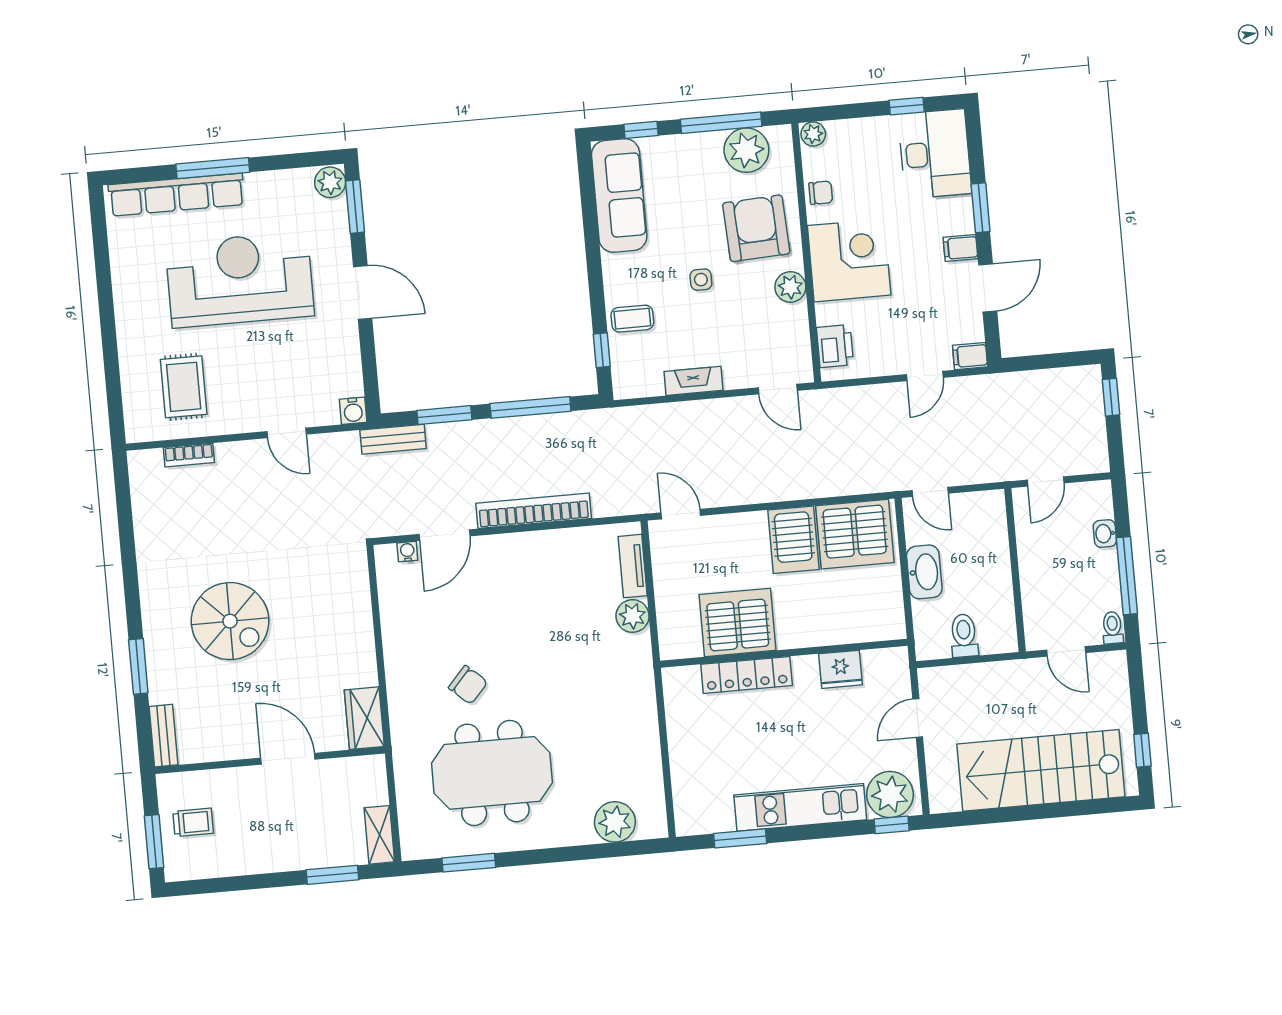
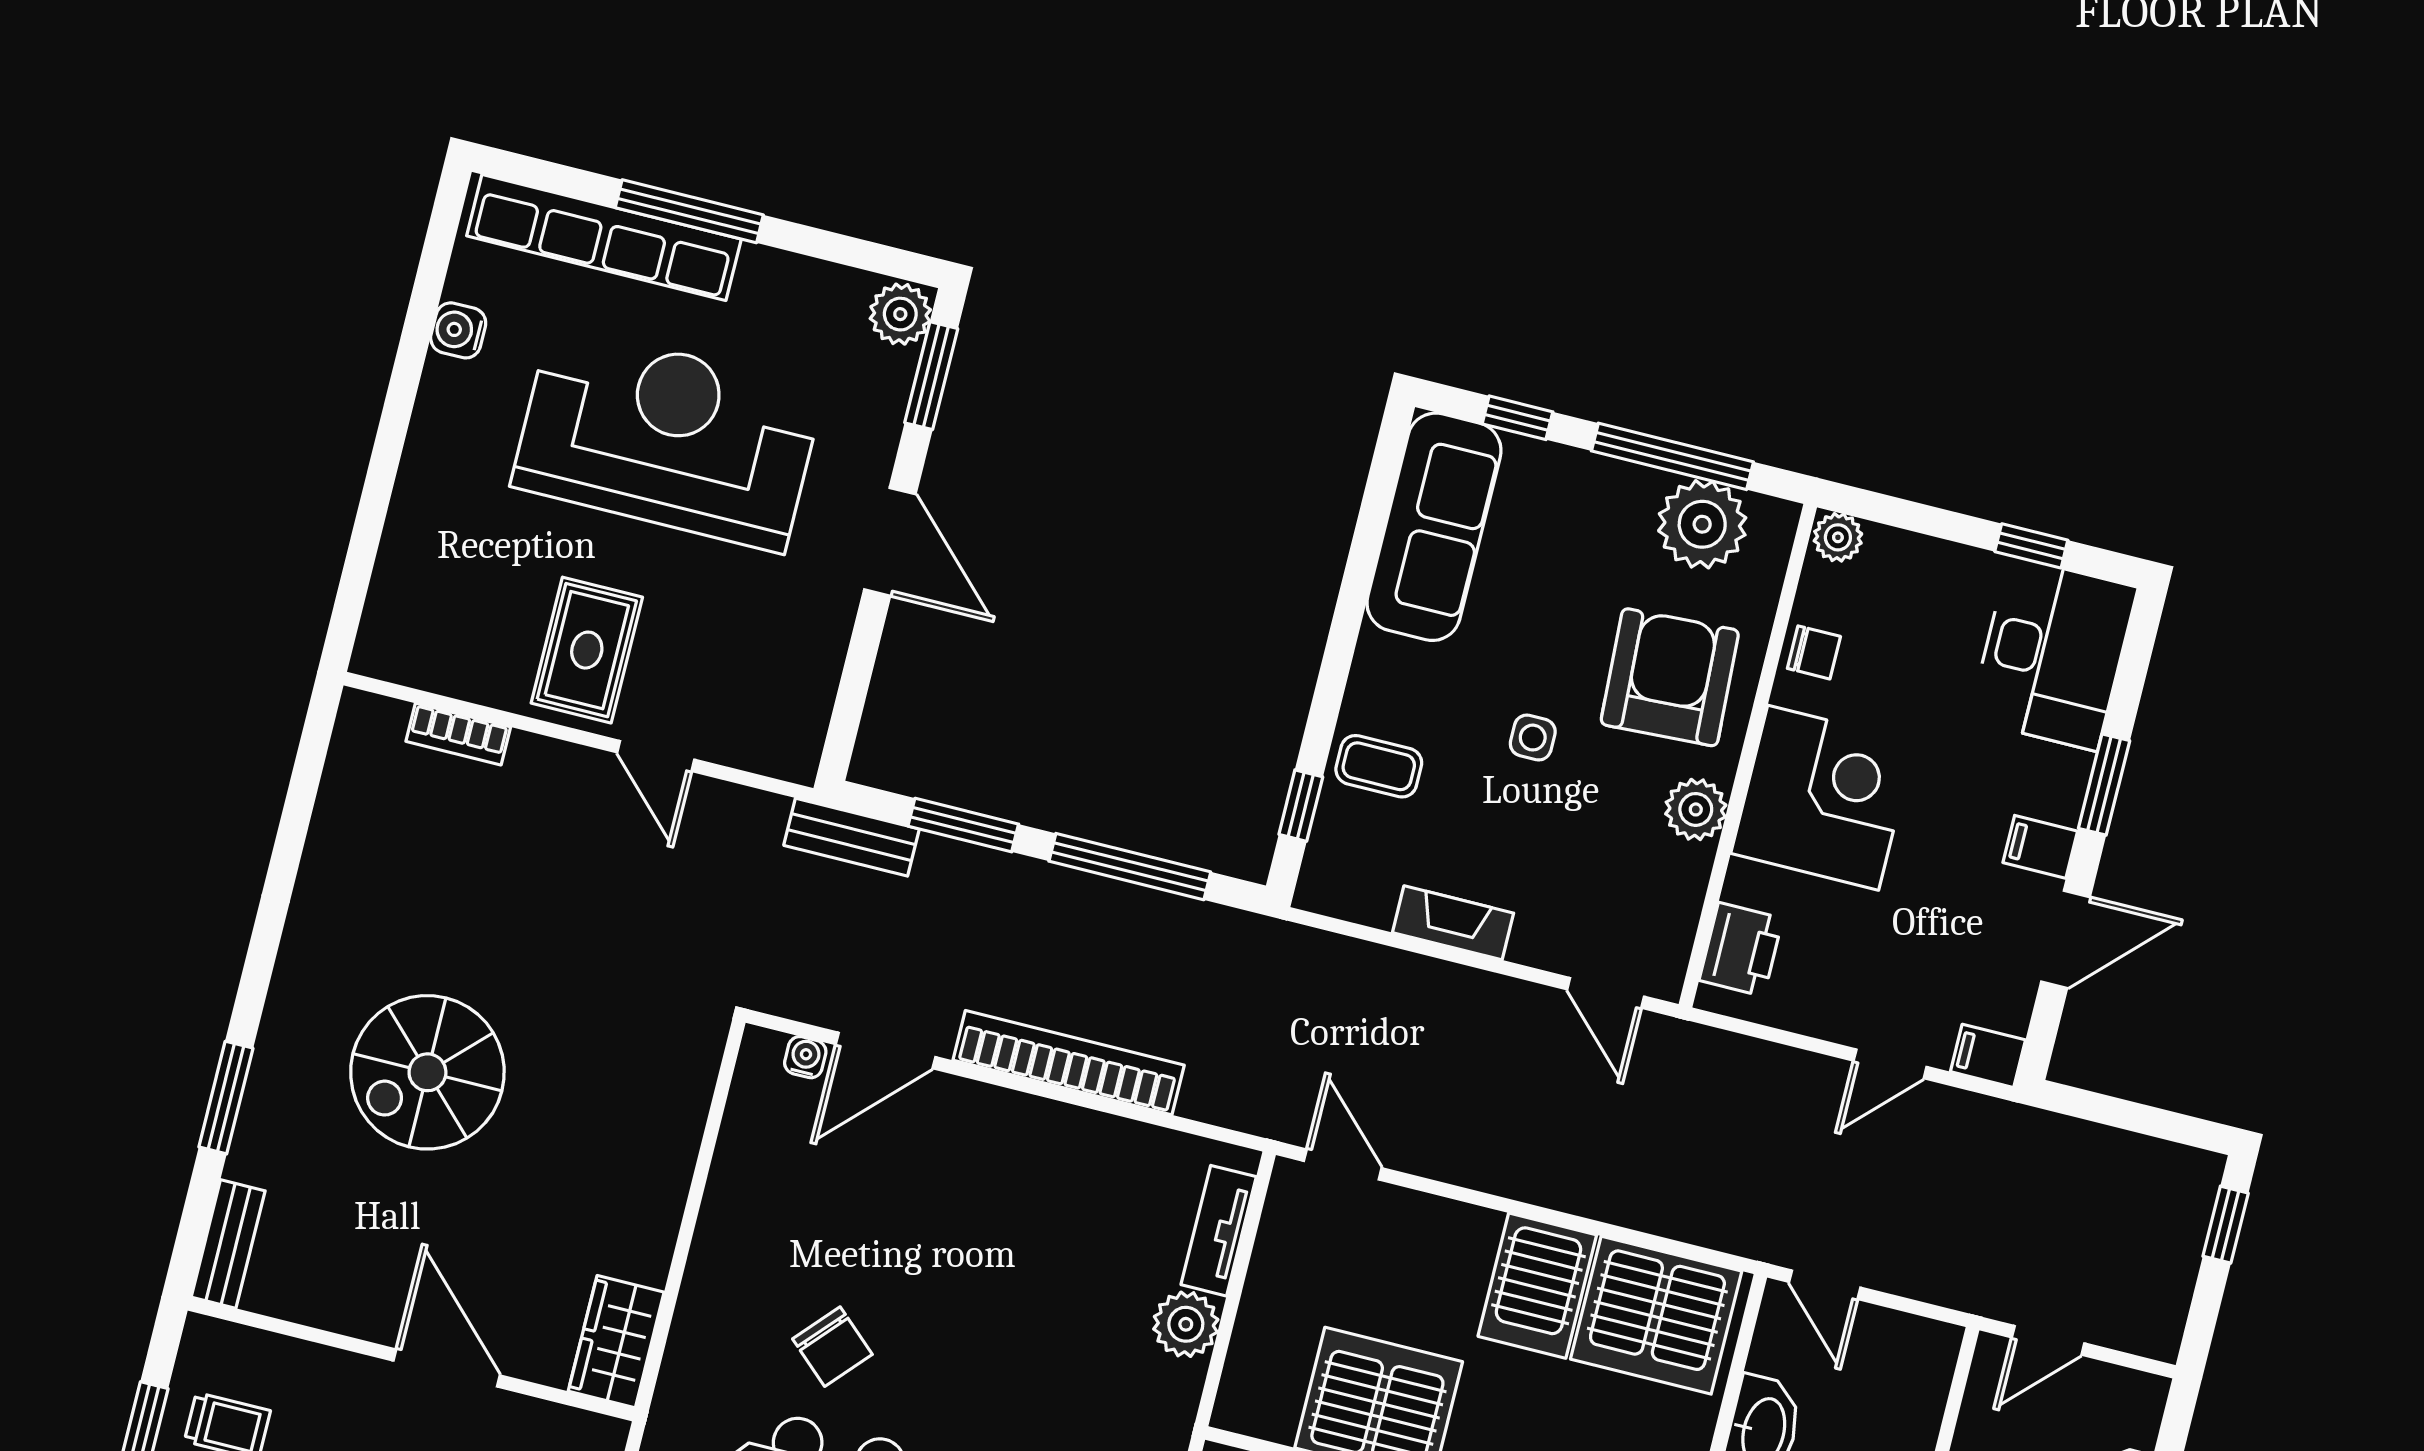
rug: (184, 387) -> (587, 650), moved
water cooler: (353, 411) -> (458, 330), moved, turned 90
spiral stairs: (230, 621) -> (427, 1072), turned 90

